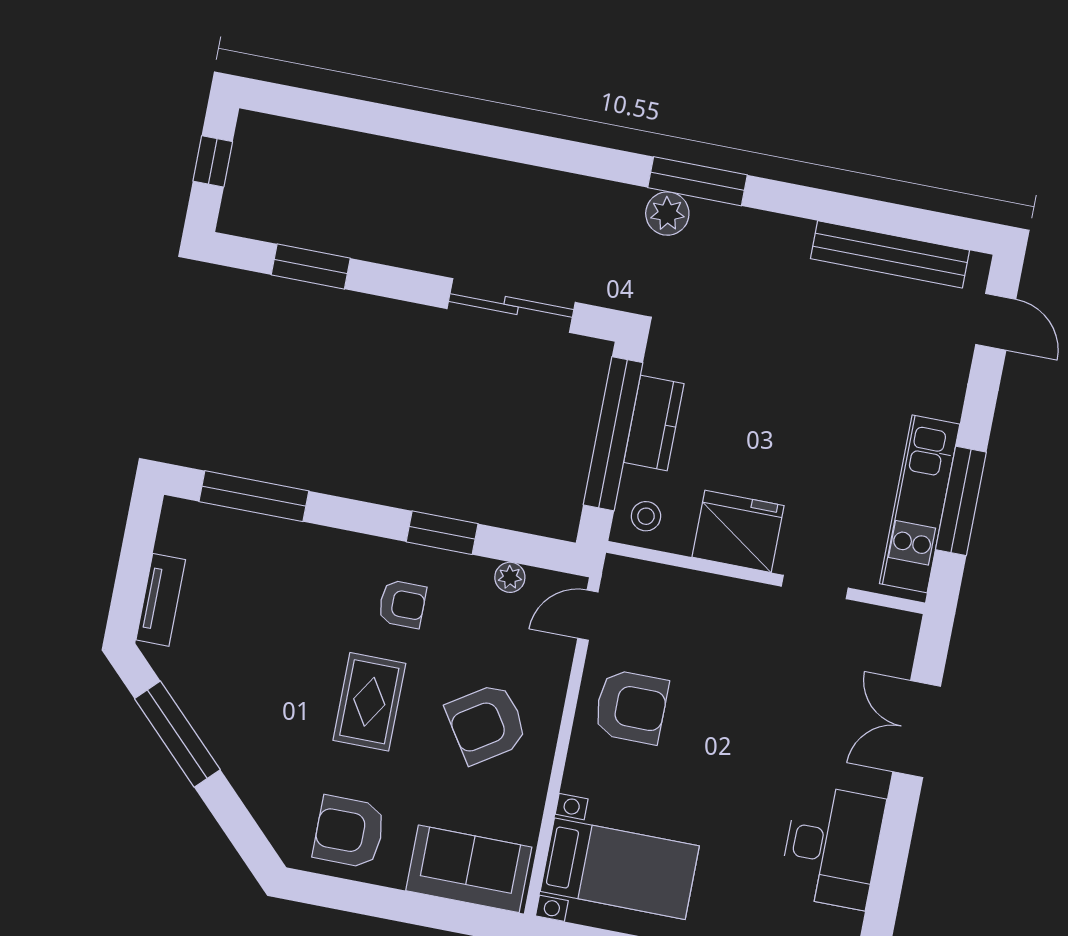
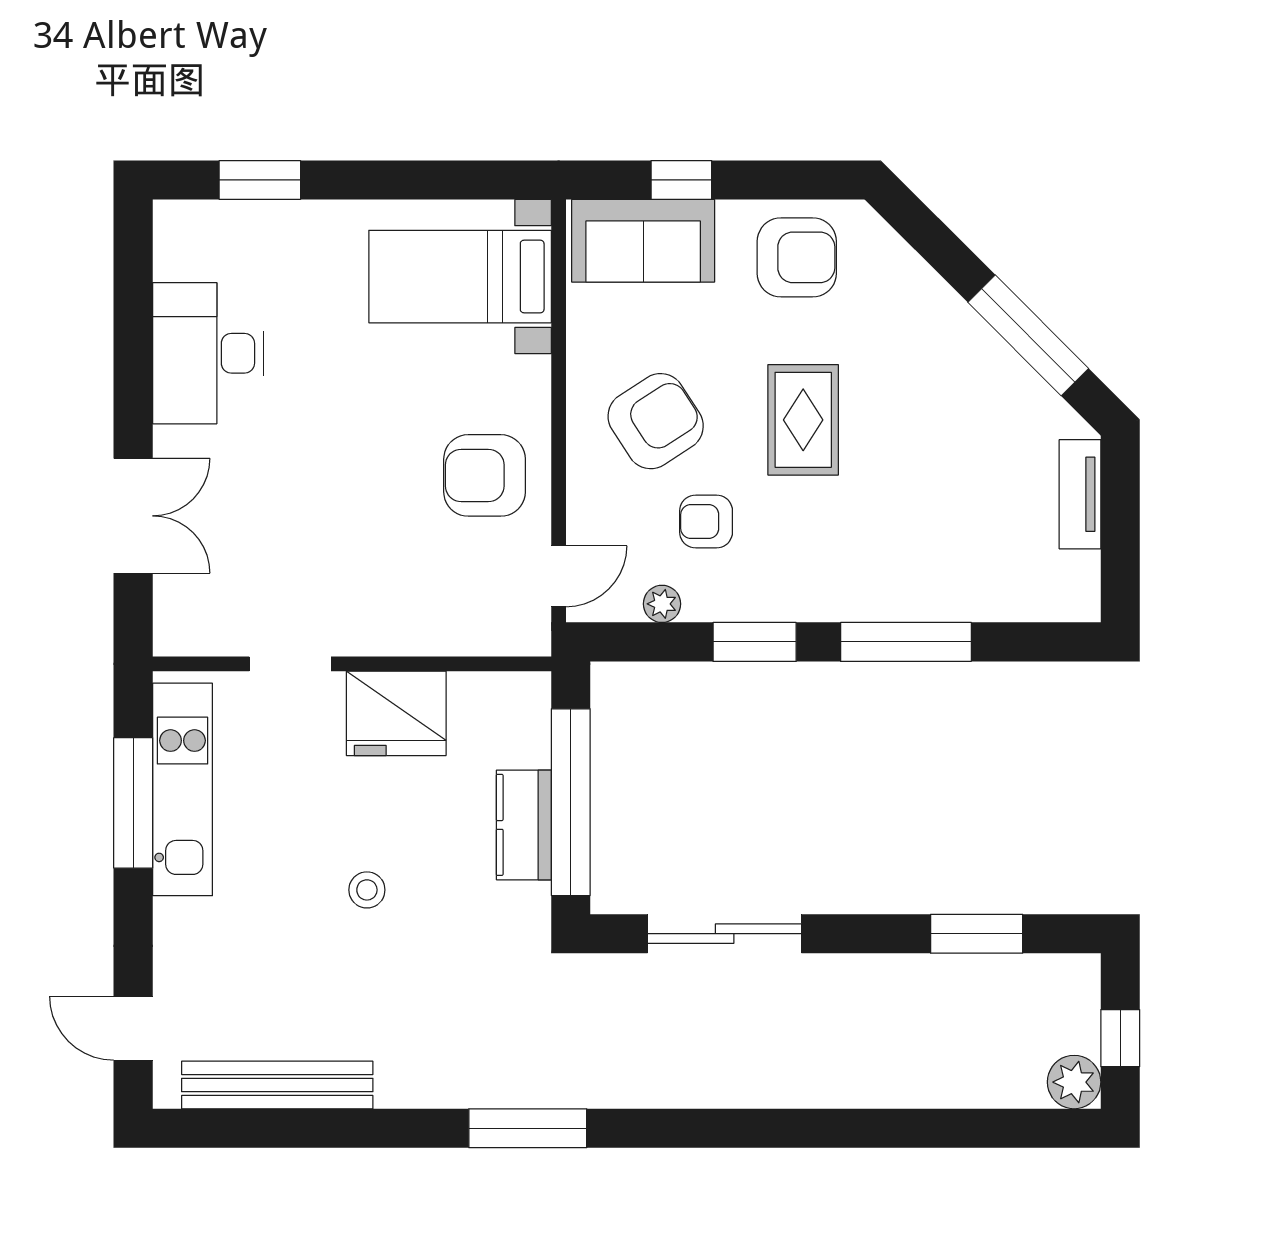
plant: (667, 214) -> (1074, 1082), moved
window: (254, 496) -> (906, 642), moved
stool: (646, 516) -> (367, 890), moved
armchair: (402, 604) -> (706, 521), moved
window: (429, 911) -> (681, 180), added

